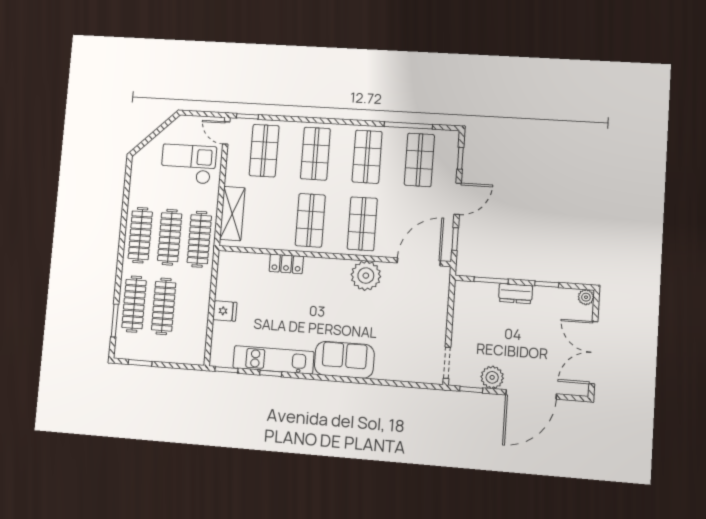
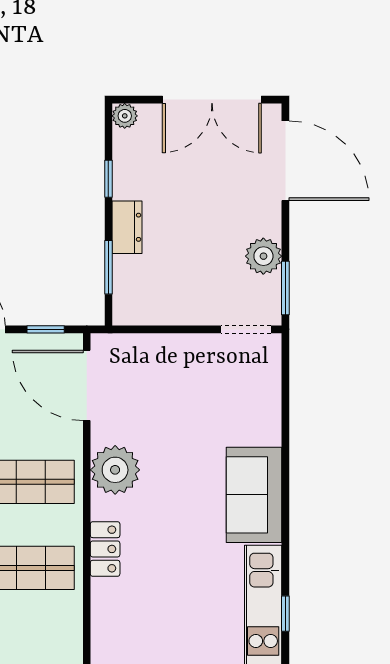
locker: (286, 264) -> (105, 549), moved
window: (471, 390) -> (285, 288), width x1.50
door: (531, 394) -> (285, 161), moved

